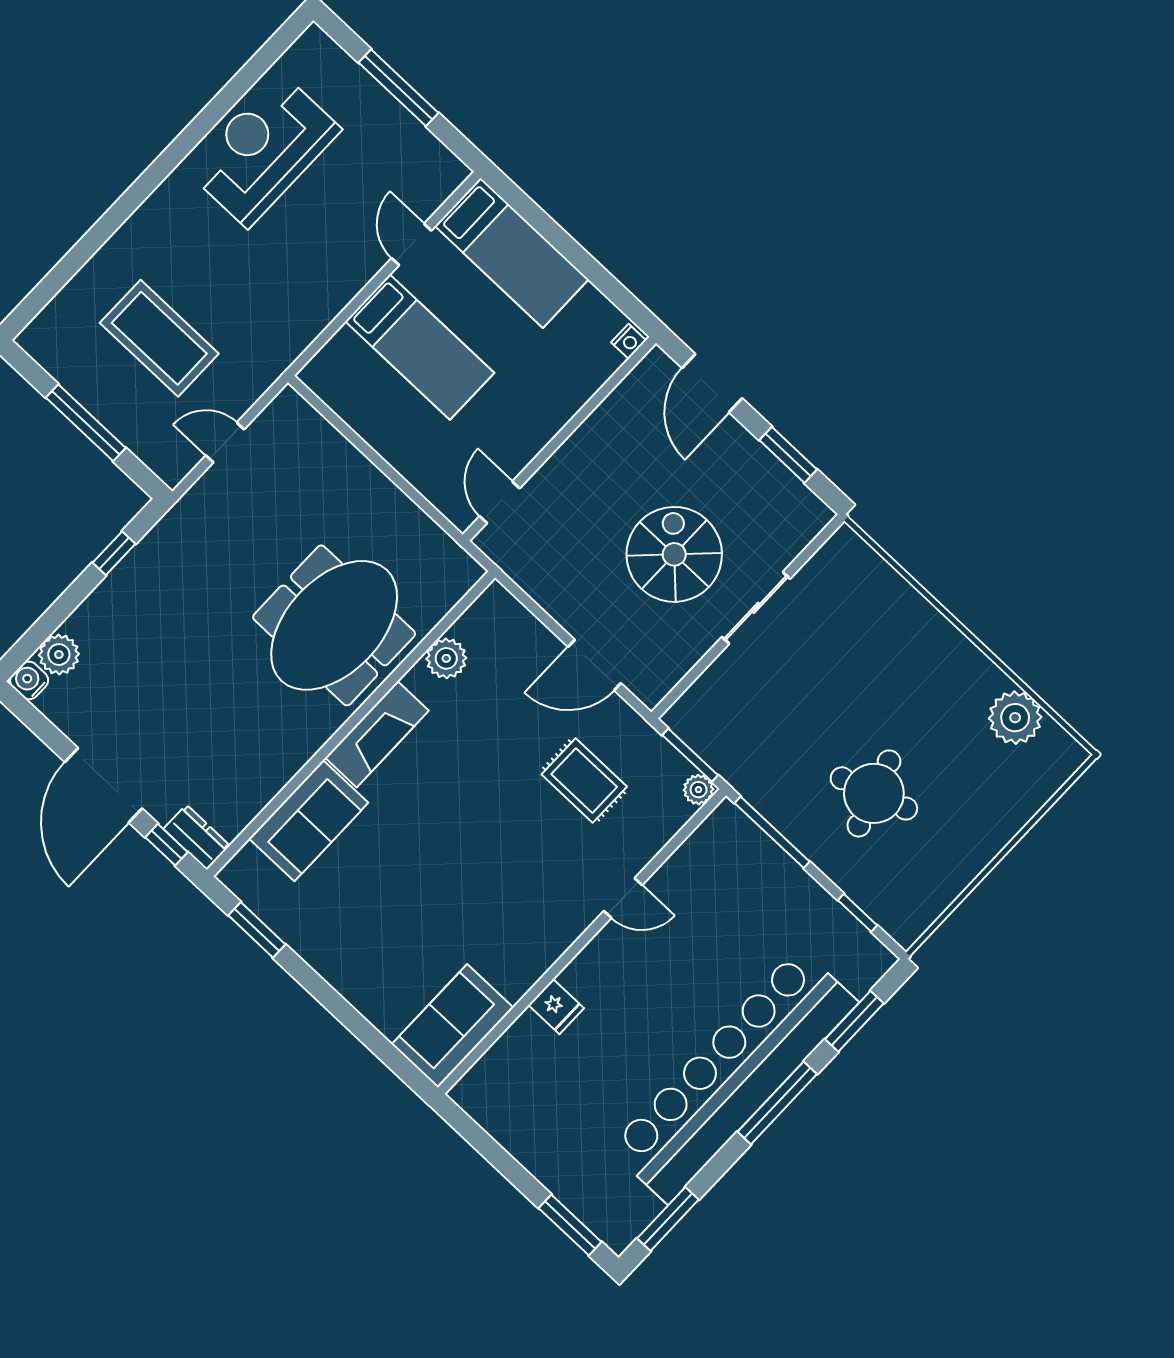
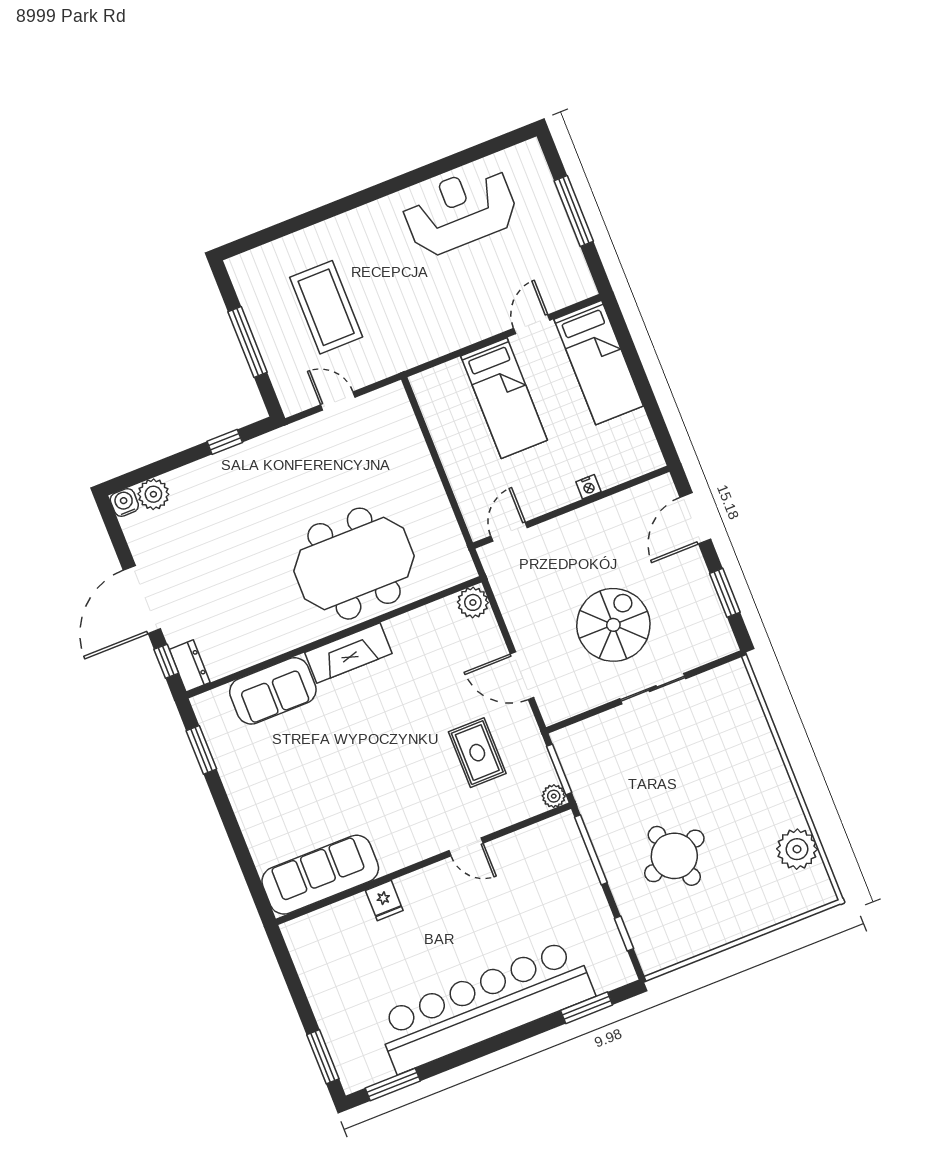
nightstand: (629, 341) -> (588, 487), moved
plant: (446, 658) -> (473, 602), moved
sofa: (453, 1026) -> (320, 875), width x1.36
window: (777, 1103) -> (507, 1039), removed

